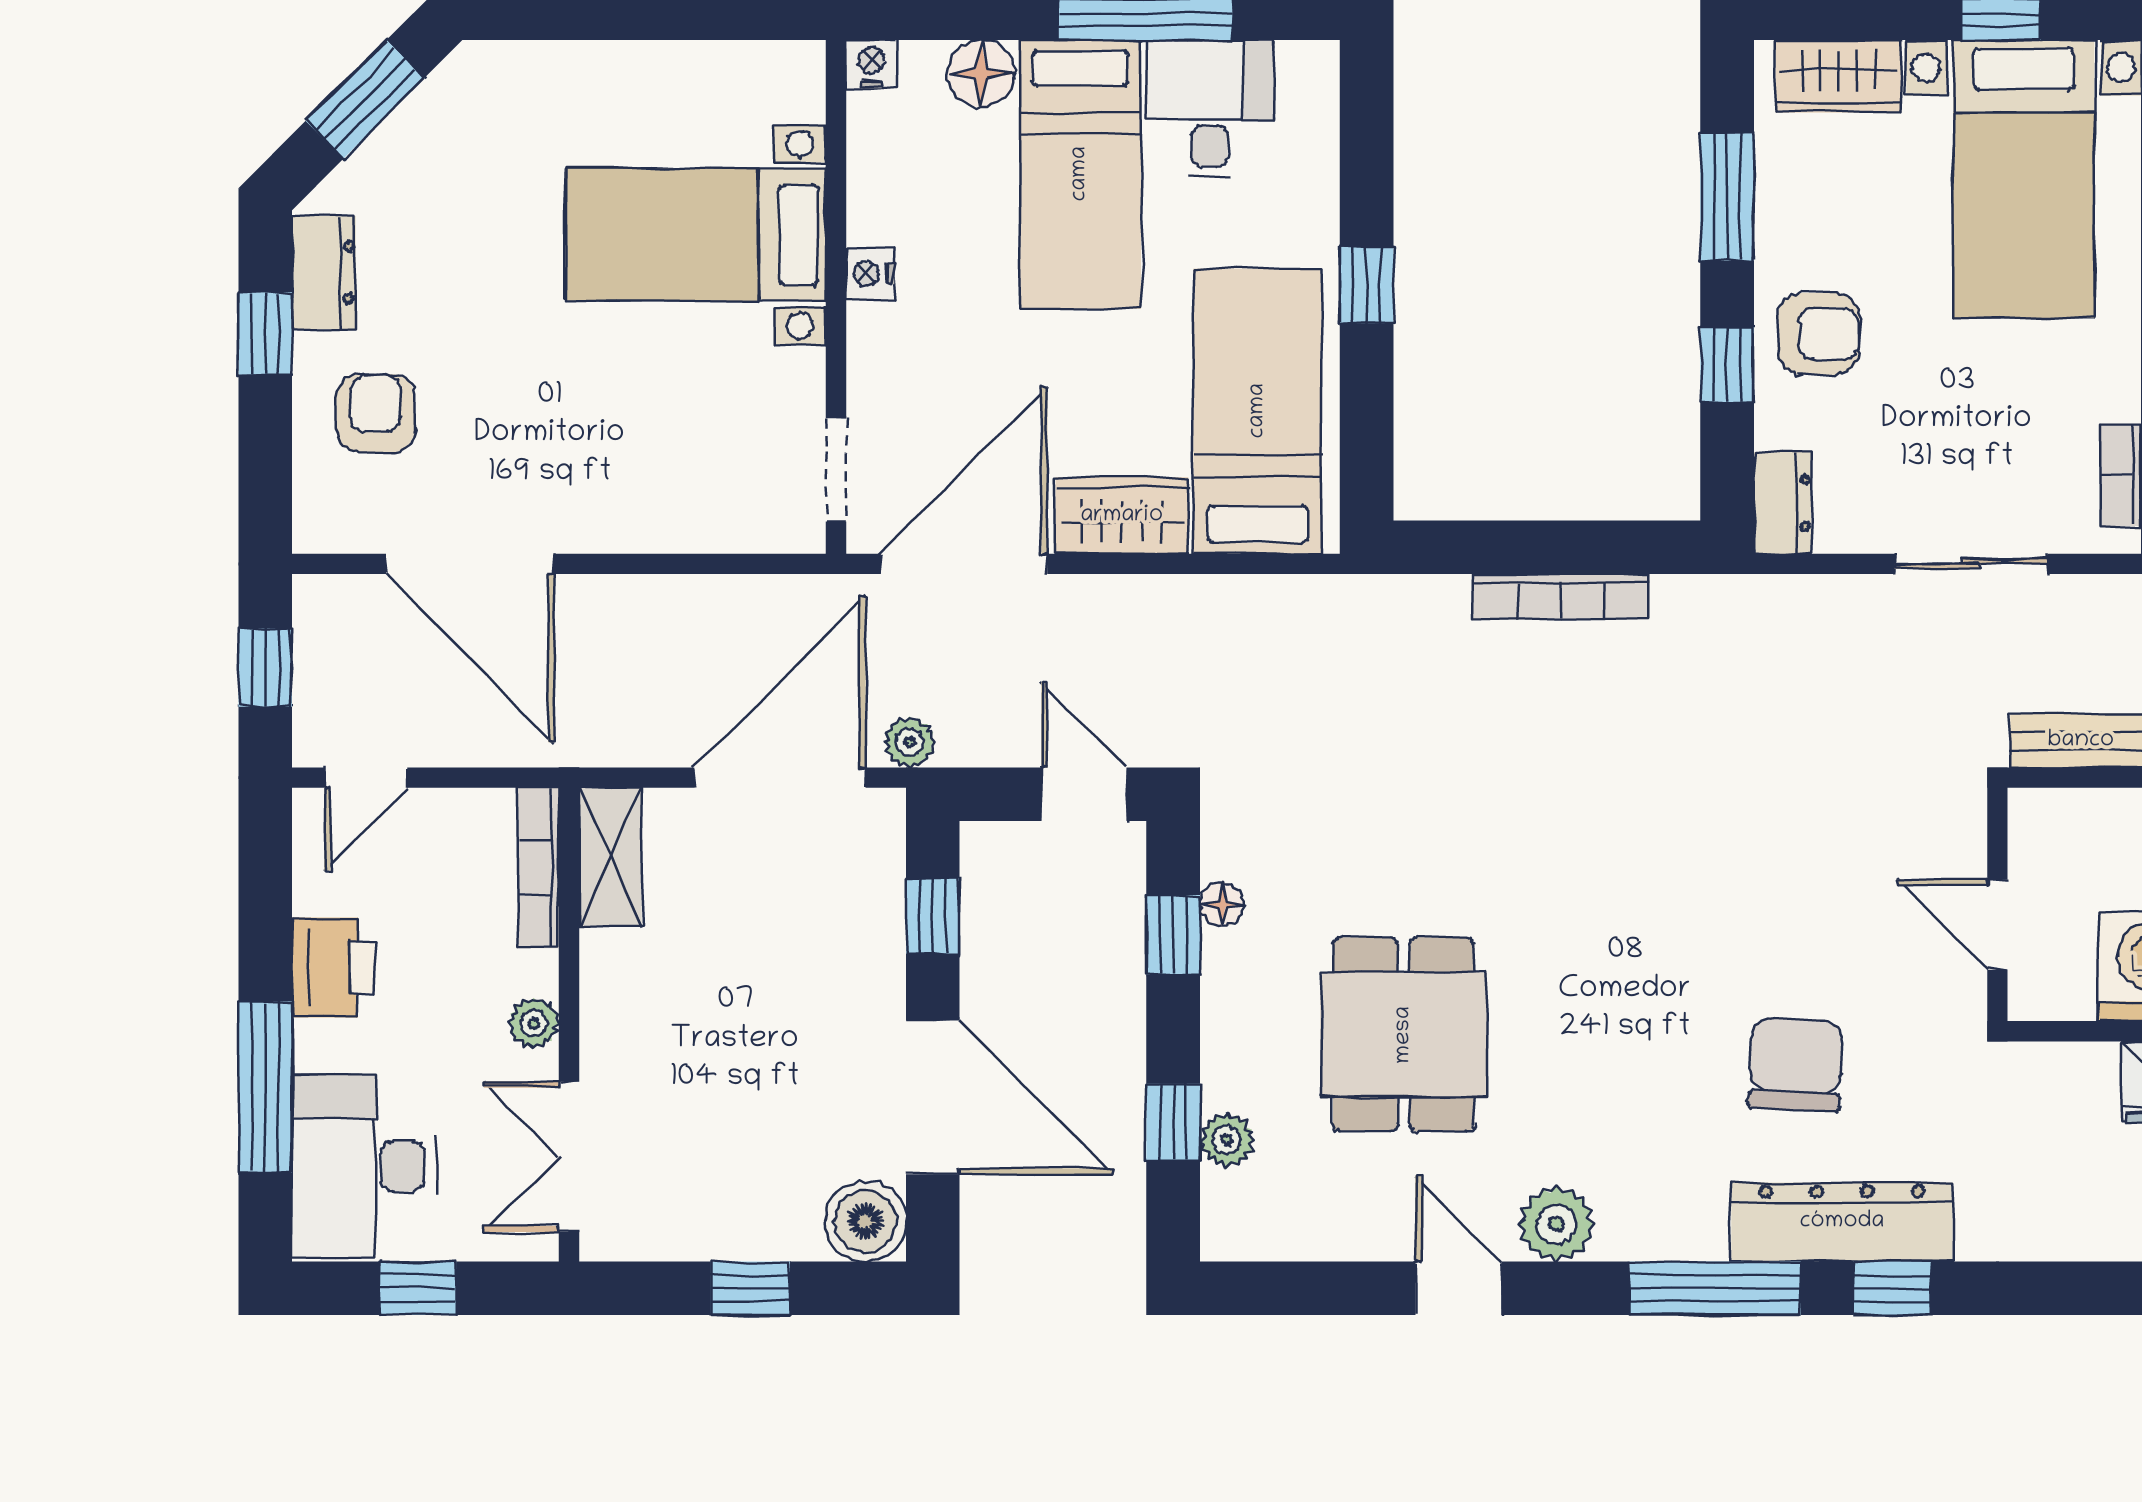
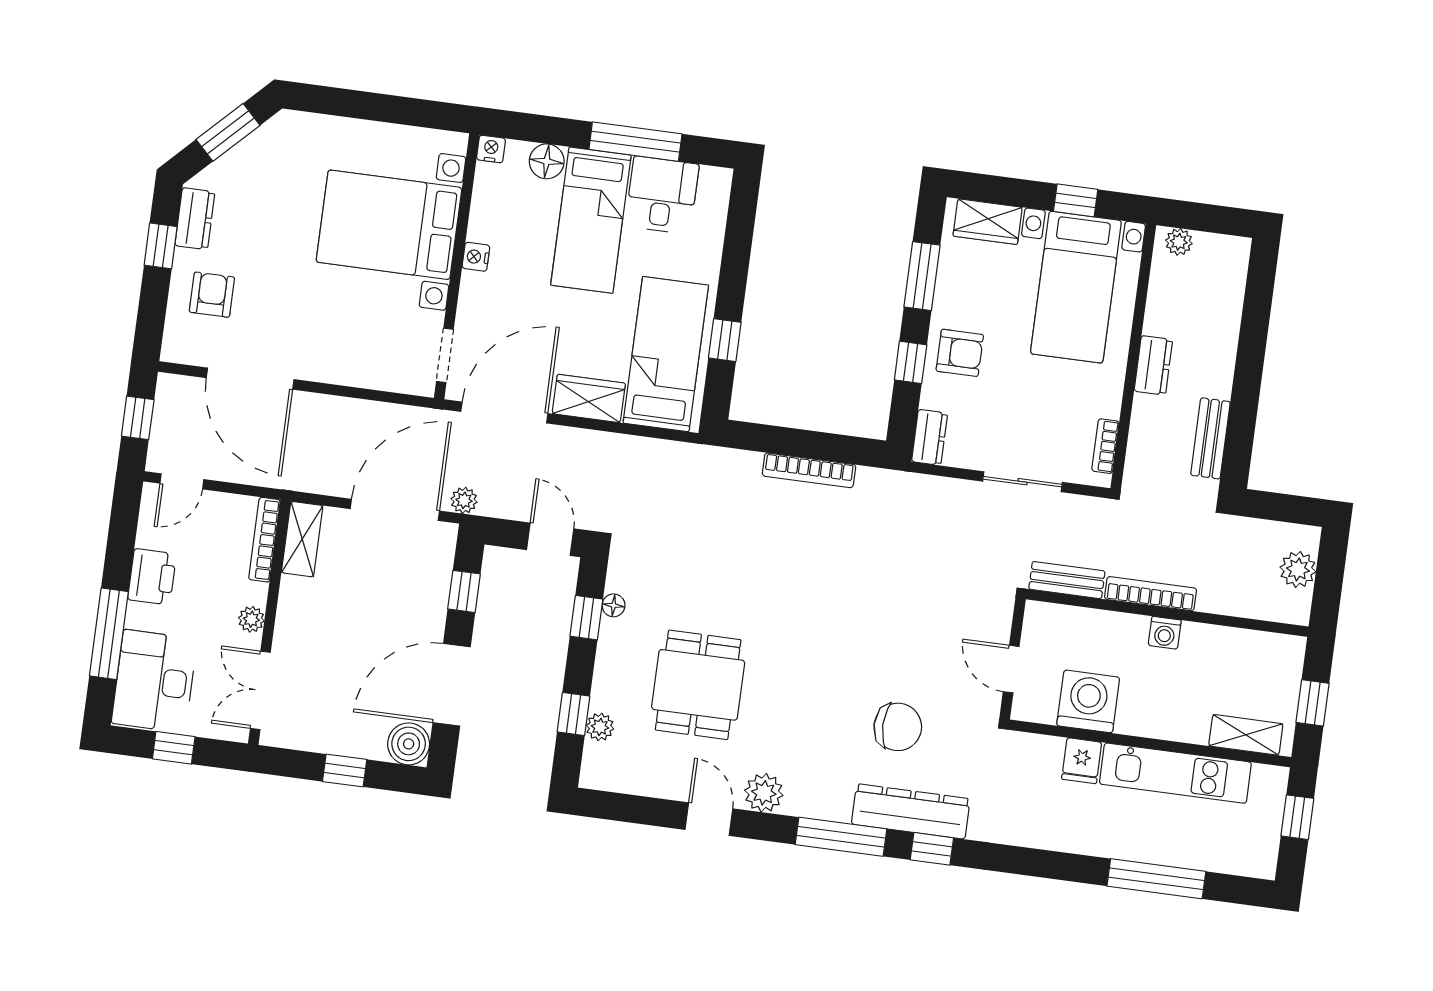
bed with nightstands: (696, 235) -> (389, 225), width x1.36
window: (1367, 285) -> (725, 340), moved
chair: (1796, 1064) -> (898, 727), turned 87
door: (933, 1097) -> (452, 685), swing flipped

